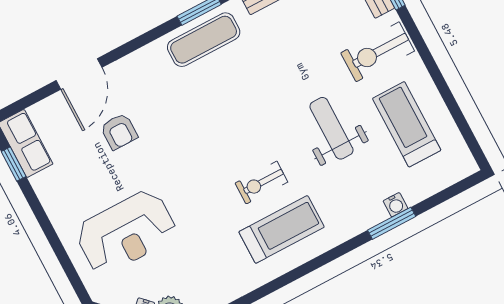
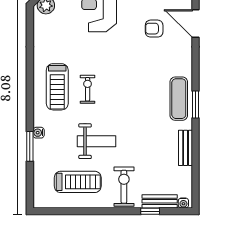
water cooler: (395, 205) -> (39, 133), moved

